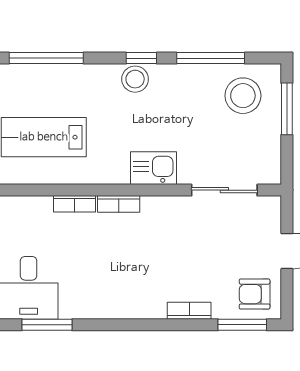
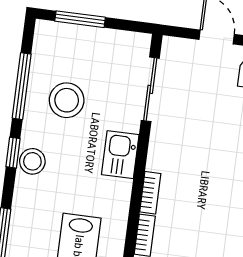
stool: (243, 96) -> (67, 100), moved

